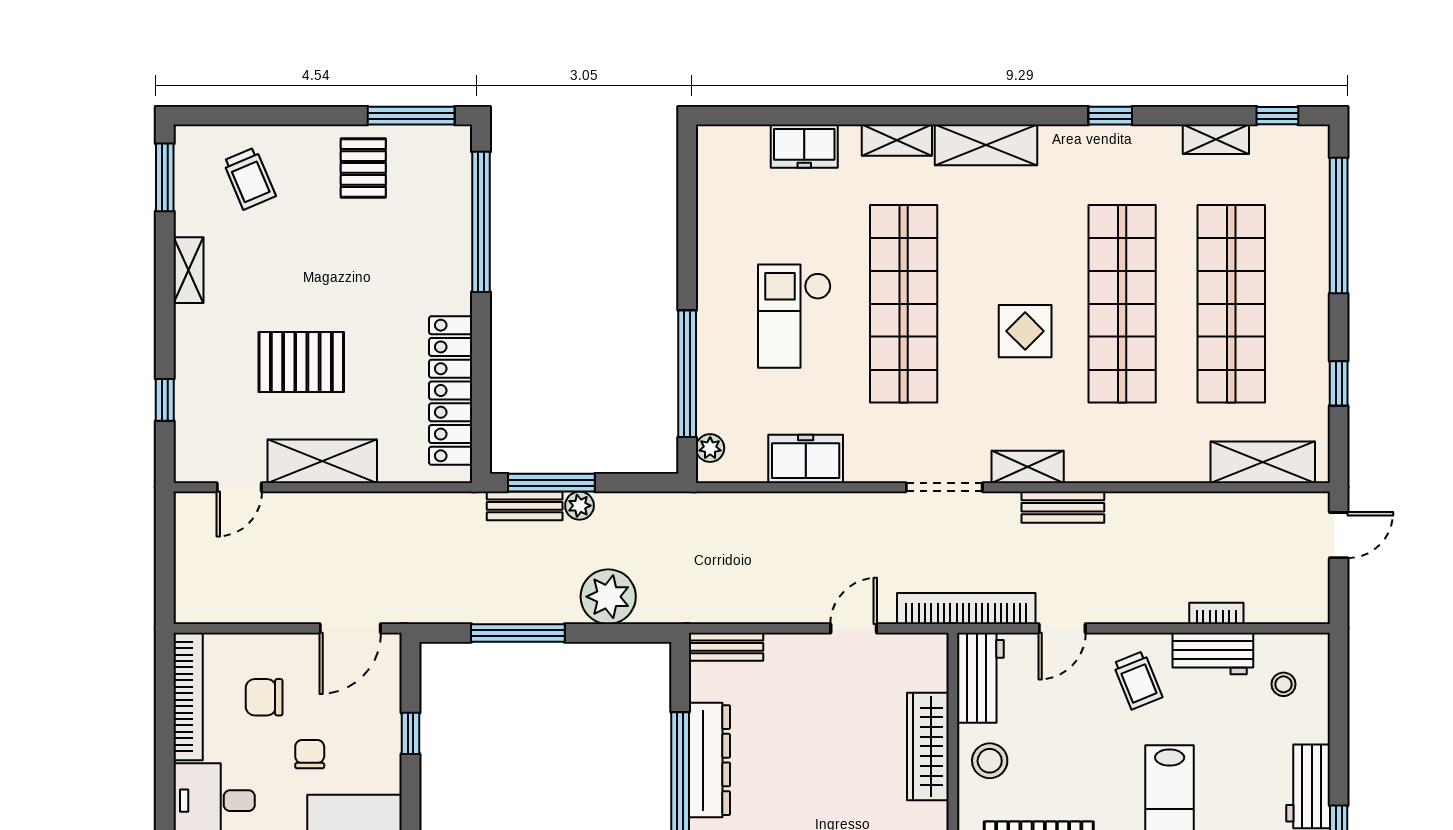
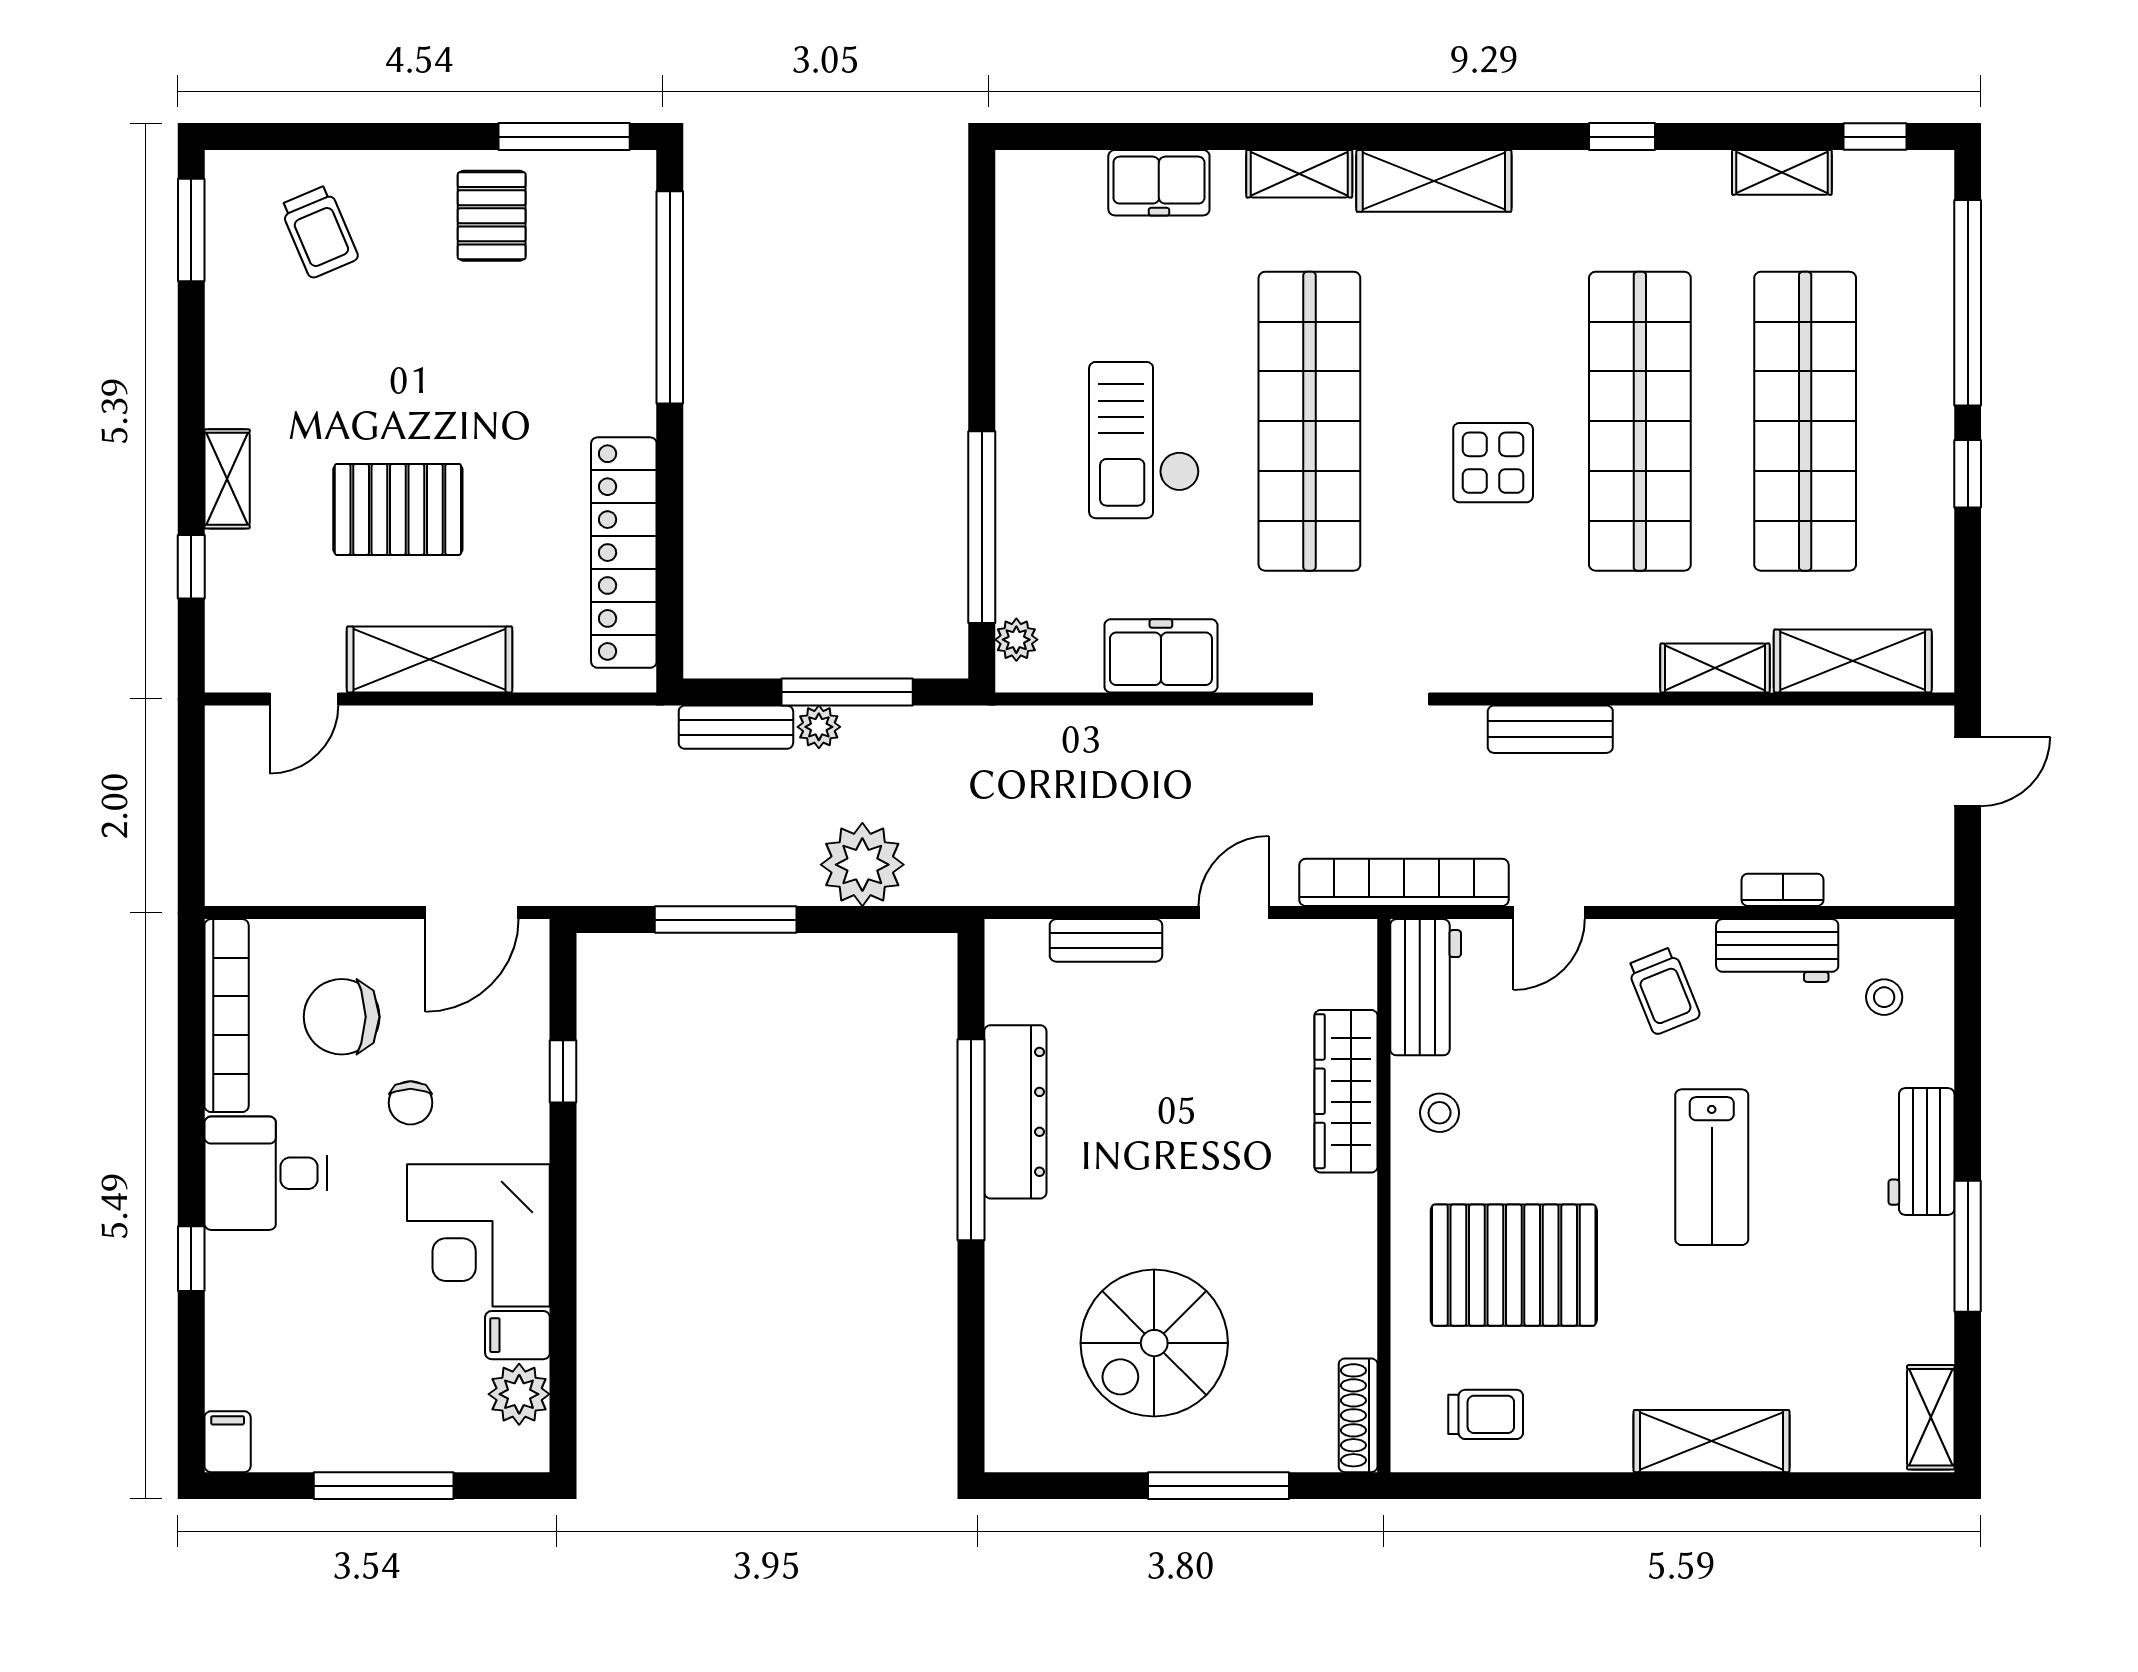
shelving: (188, 270) -> (227, 479), moved
window: (1339, 383) -> (1968, 474), moved
shelving: (1028, 467) -> (1715, 668), moved
window: (551, 483) -> (847, 692), moved
bench: (726, 647) -> (1106, 940), moved
chair: (264, 697) -> (342, 1017), width x1.37, depth x1.37
chair: (310, 754) -> (411, 1103), turned 180
stool: (990, 761) -> (1440, 1113), width x0.73, depth x0.73

